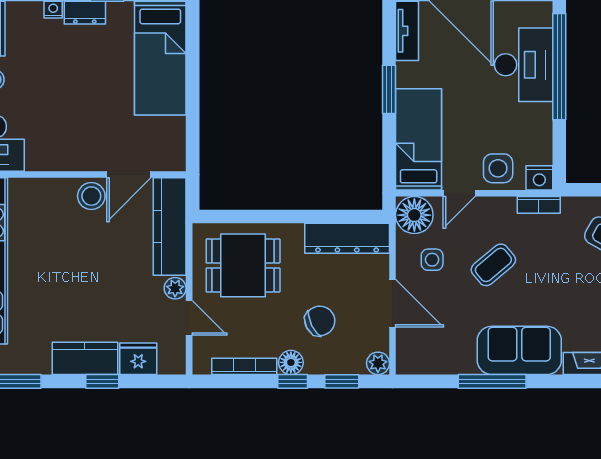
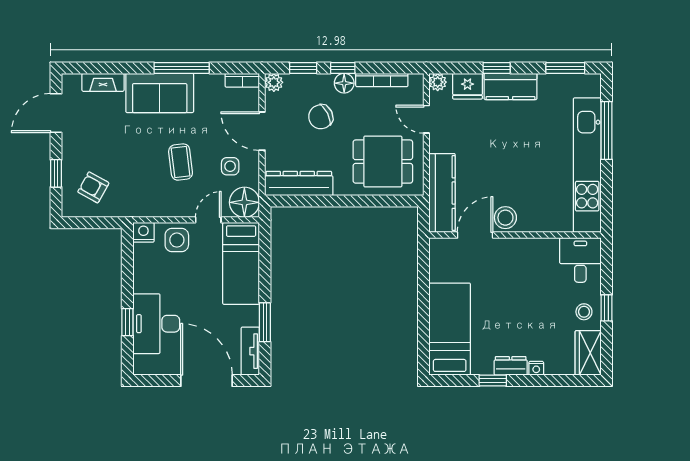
window: (559, 67) -> (127, 322), width x0.32
window: (389, 89) -> (265, 322), moved
bookcase: (539, 205) -> (242, 80), moved, turned 180
coffee table: (493, 265) -> (181, 162), turned -57
plant: (175, 288) -> (438, 82), moved

